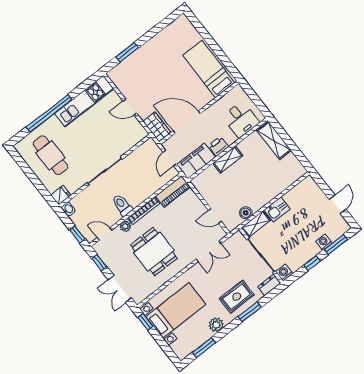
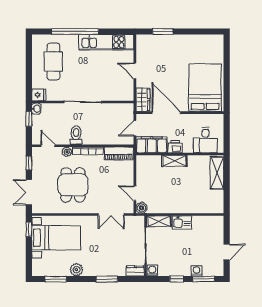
bed: (209, 69) -> (205, 88), width x1.50
boiler: (246, 213) -> (141, 208), moved
window: (77, 234) -> (29, 119), moved
rug: (237, 297) -> (106, 261), removed

